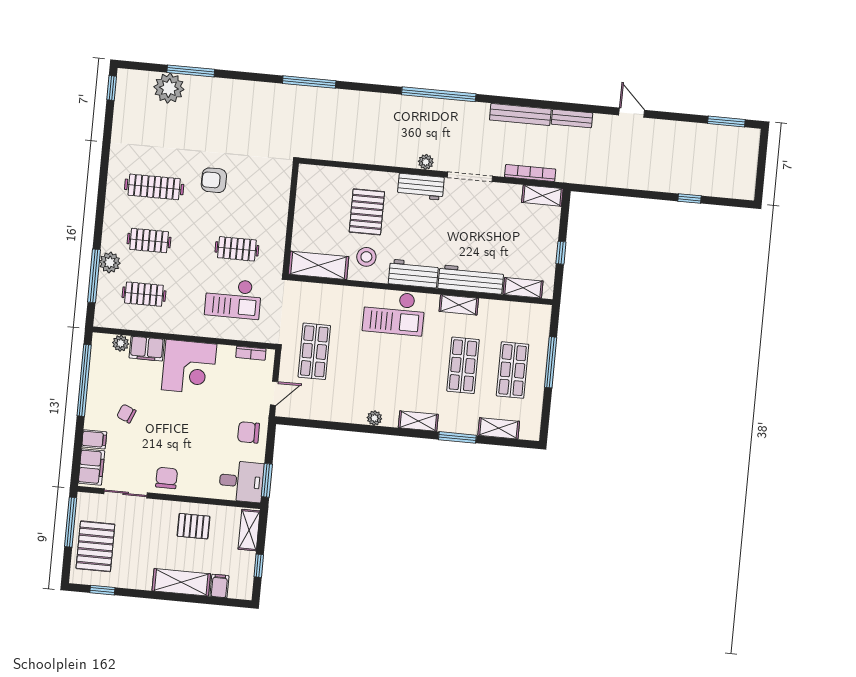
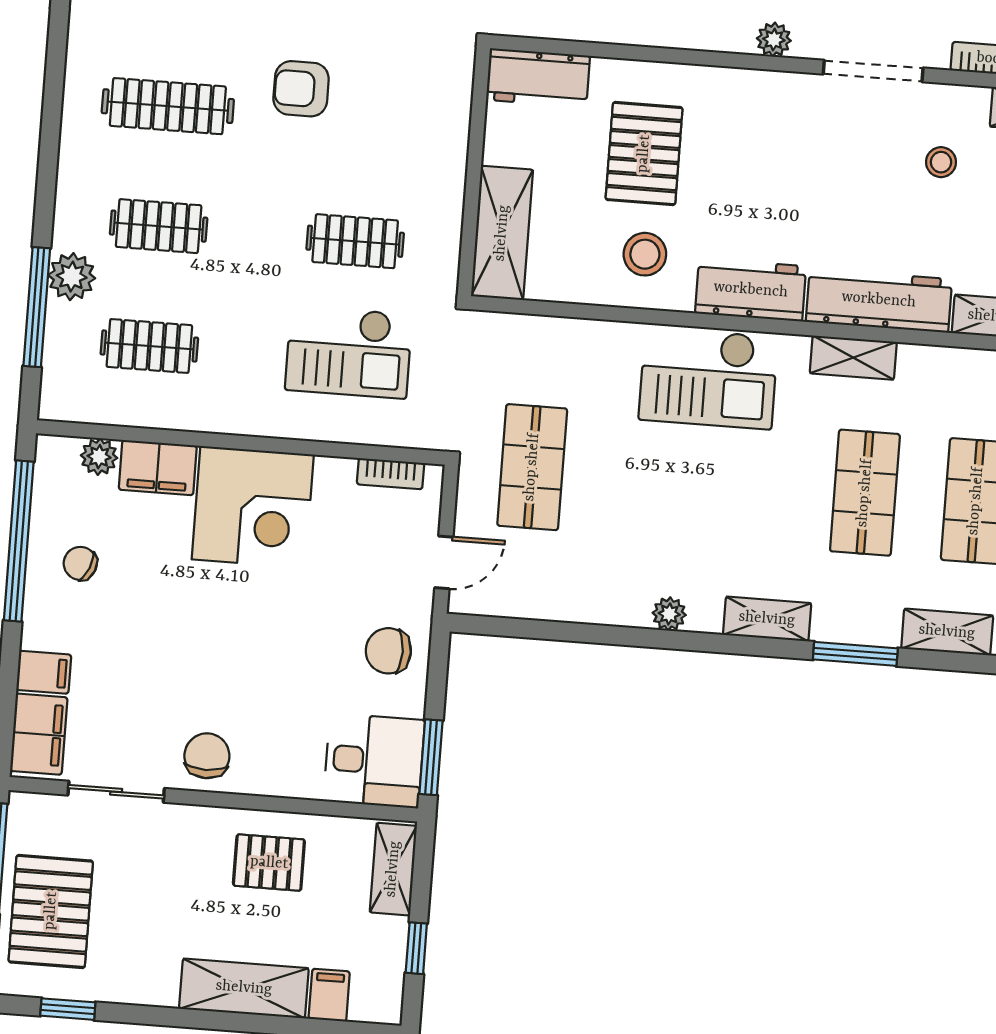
workbench: (421, 187) -> (538, 78), moved
stool: (500, 218) -> (941, 162), added
shelving: (318, 265) -> (502, 233), moved, turned 90
chair: (126, 414) -> (80, 563), moved

